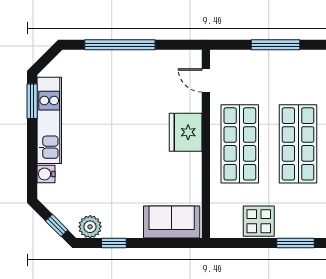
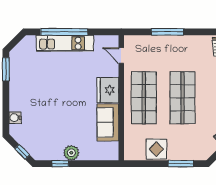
kitchen unit: (49, 120) -> (65, 43), moved, turned 90
sofa: (172, 222) -> (108, 122), moved, turned -90
plant: (90, 227) -> (71, 153), moved

